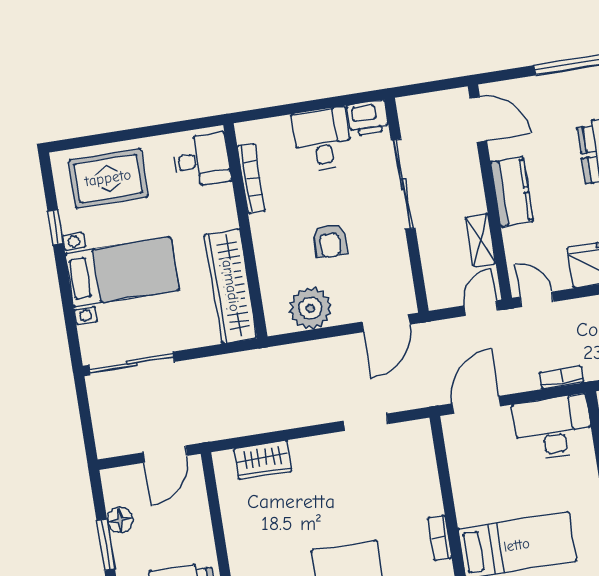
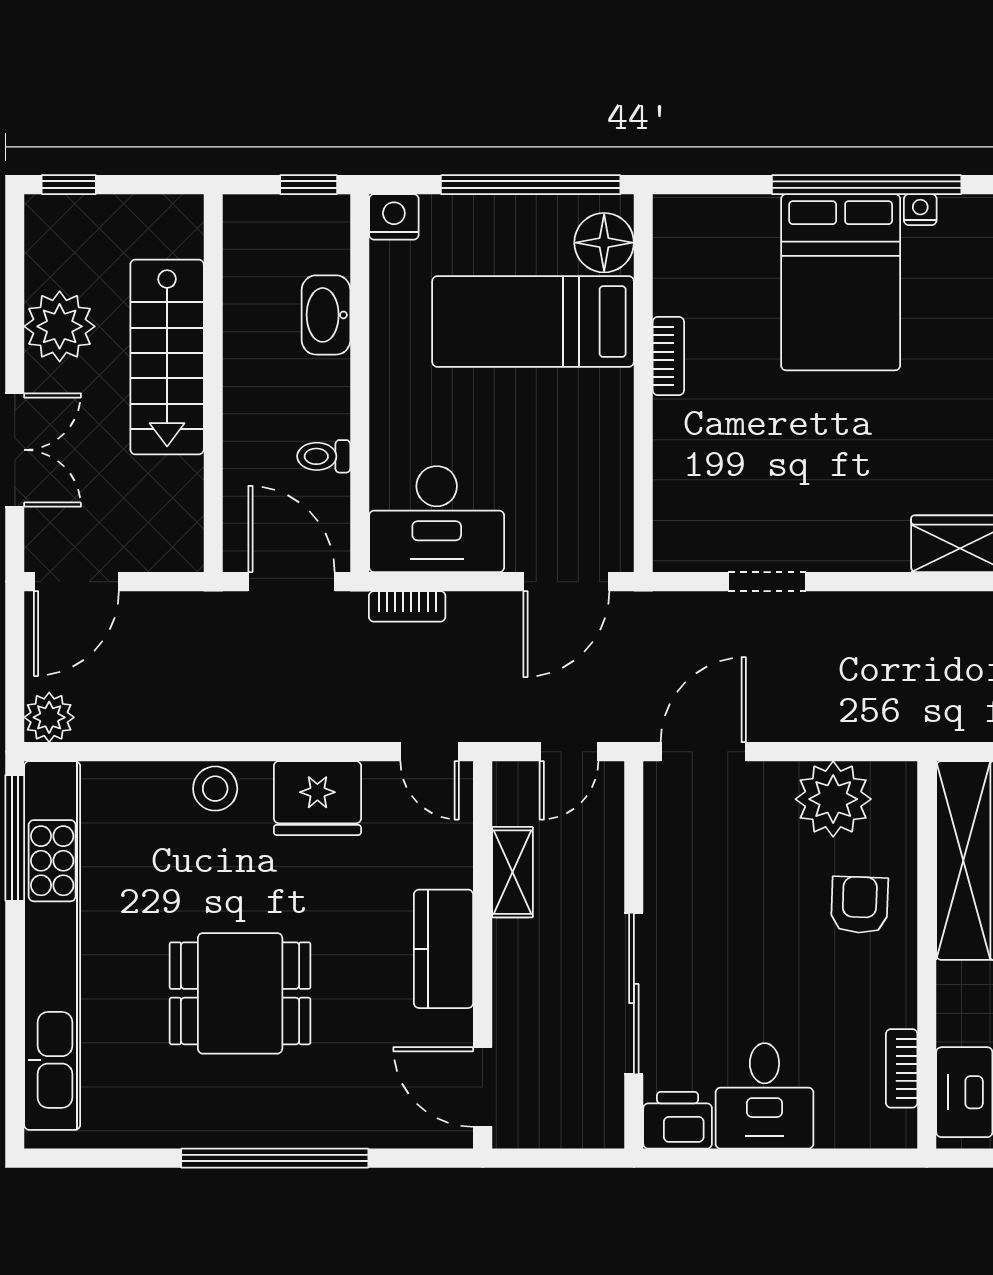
bookcase: (251, 178) -> (902, 1068), width x0.64
armchair: (330, 241) -> (860, 905), moved
door: (481, 308) -> (569, 752), moved

